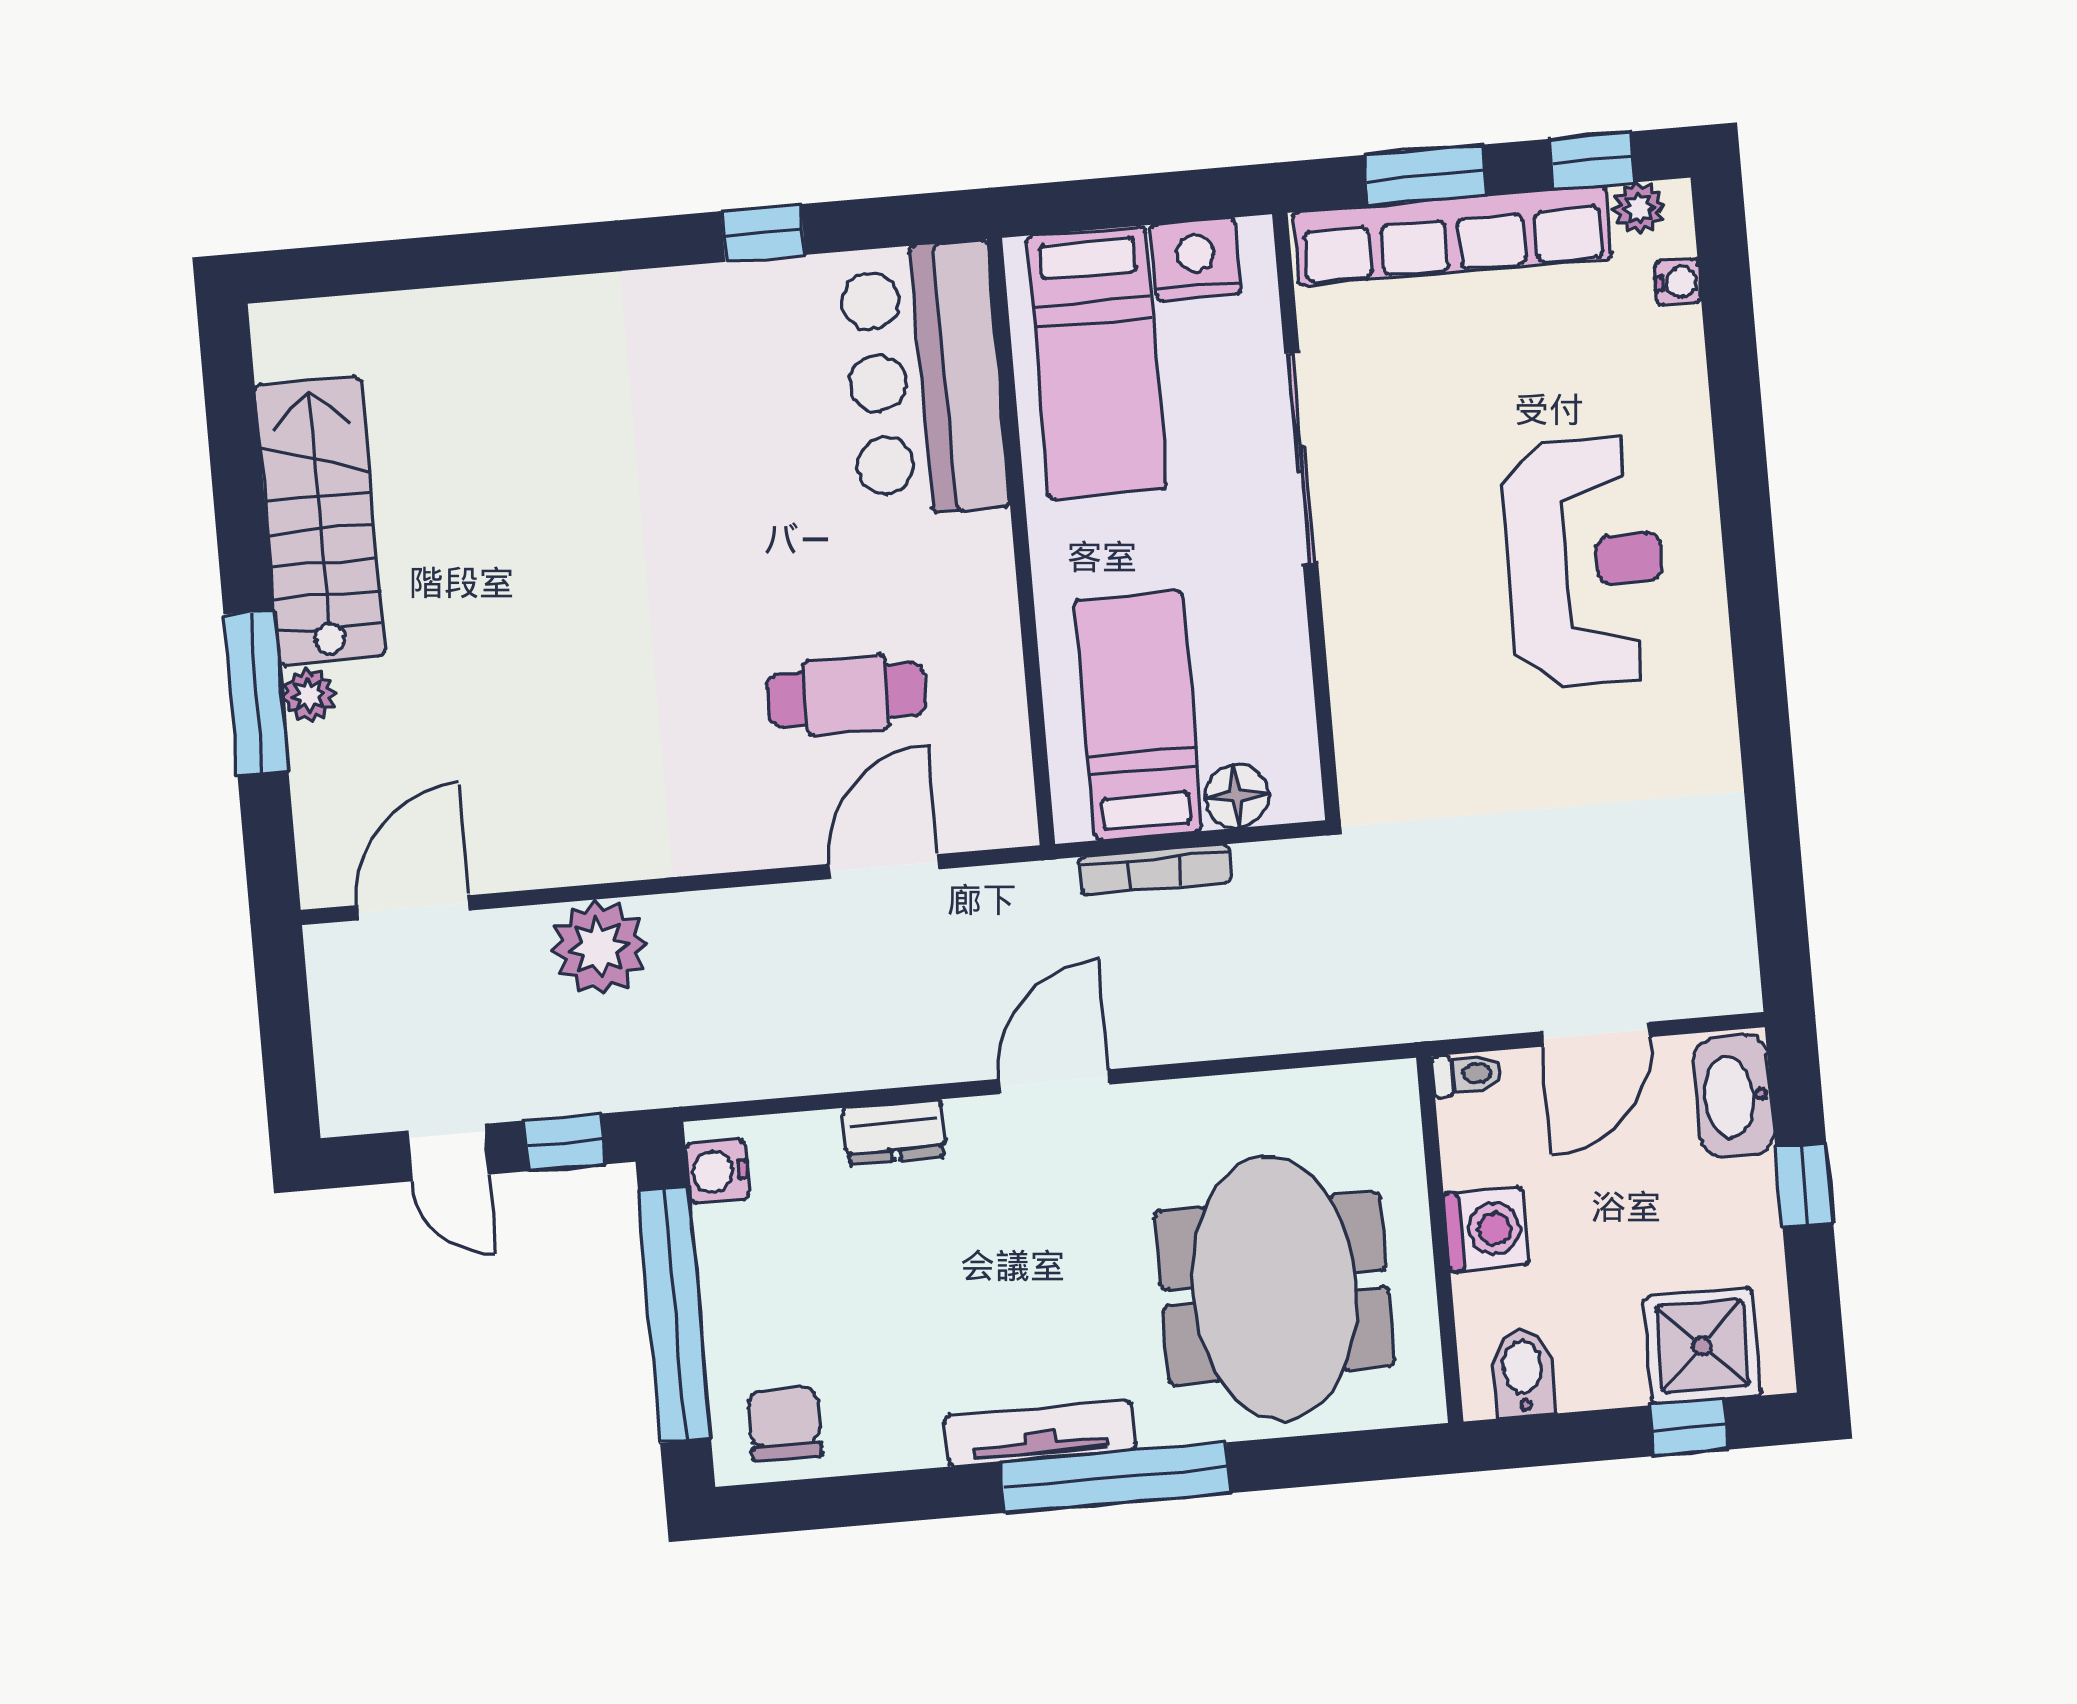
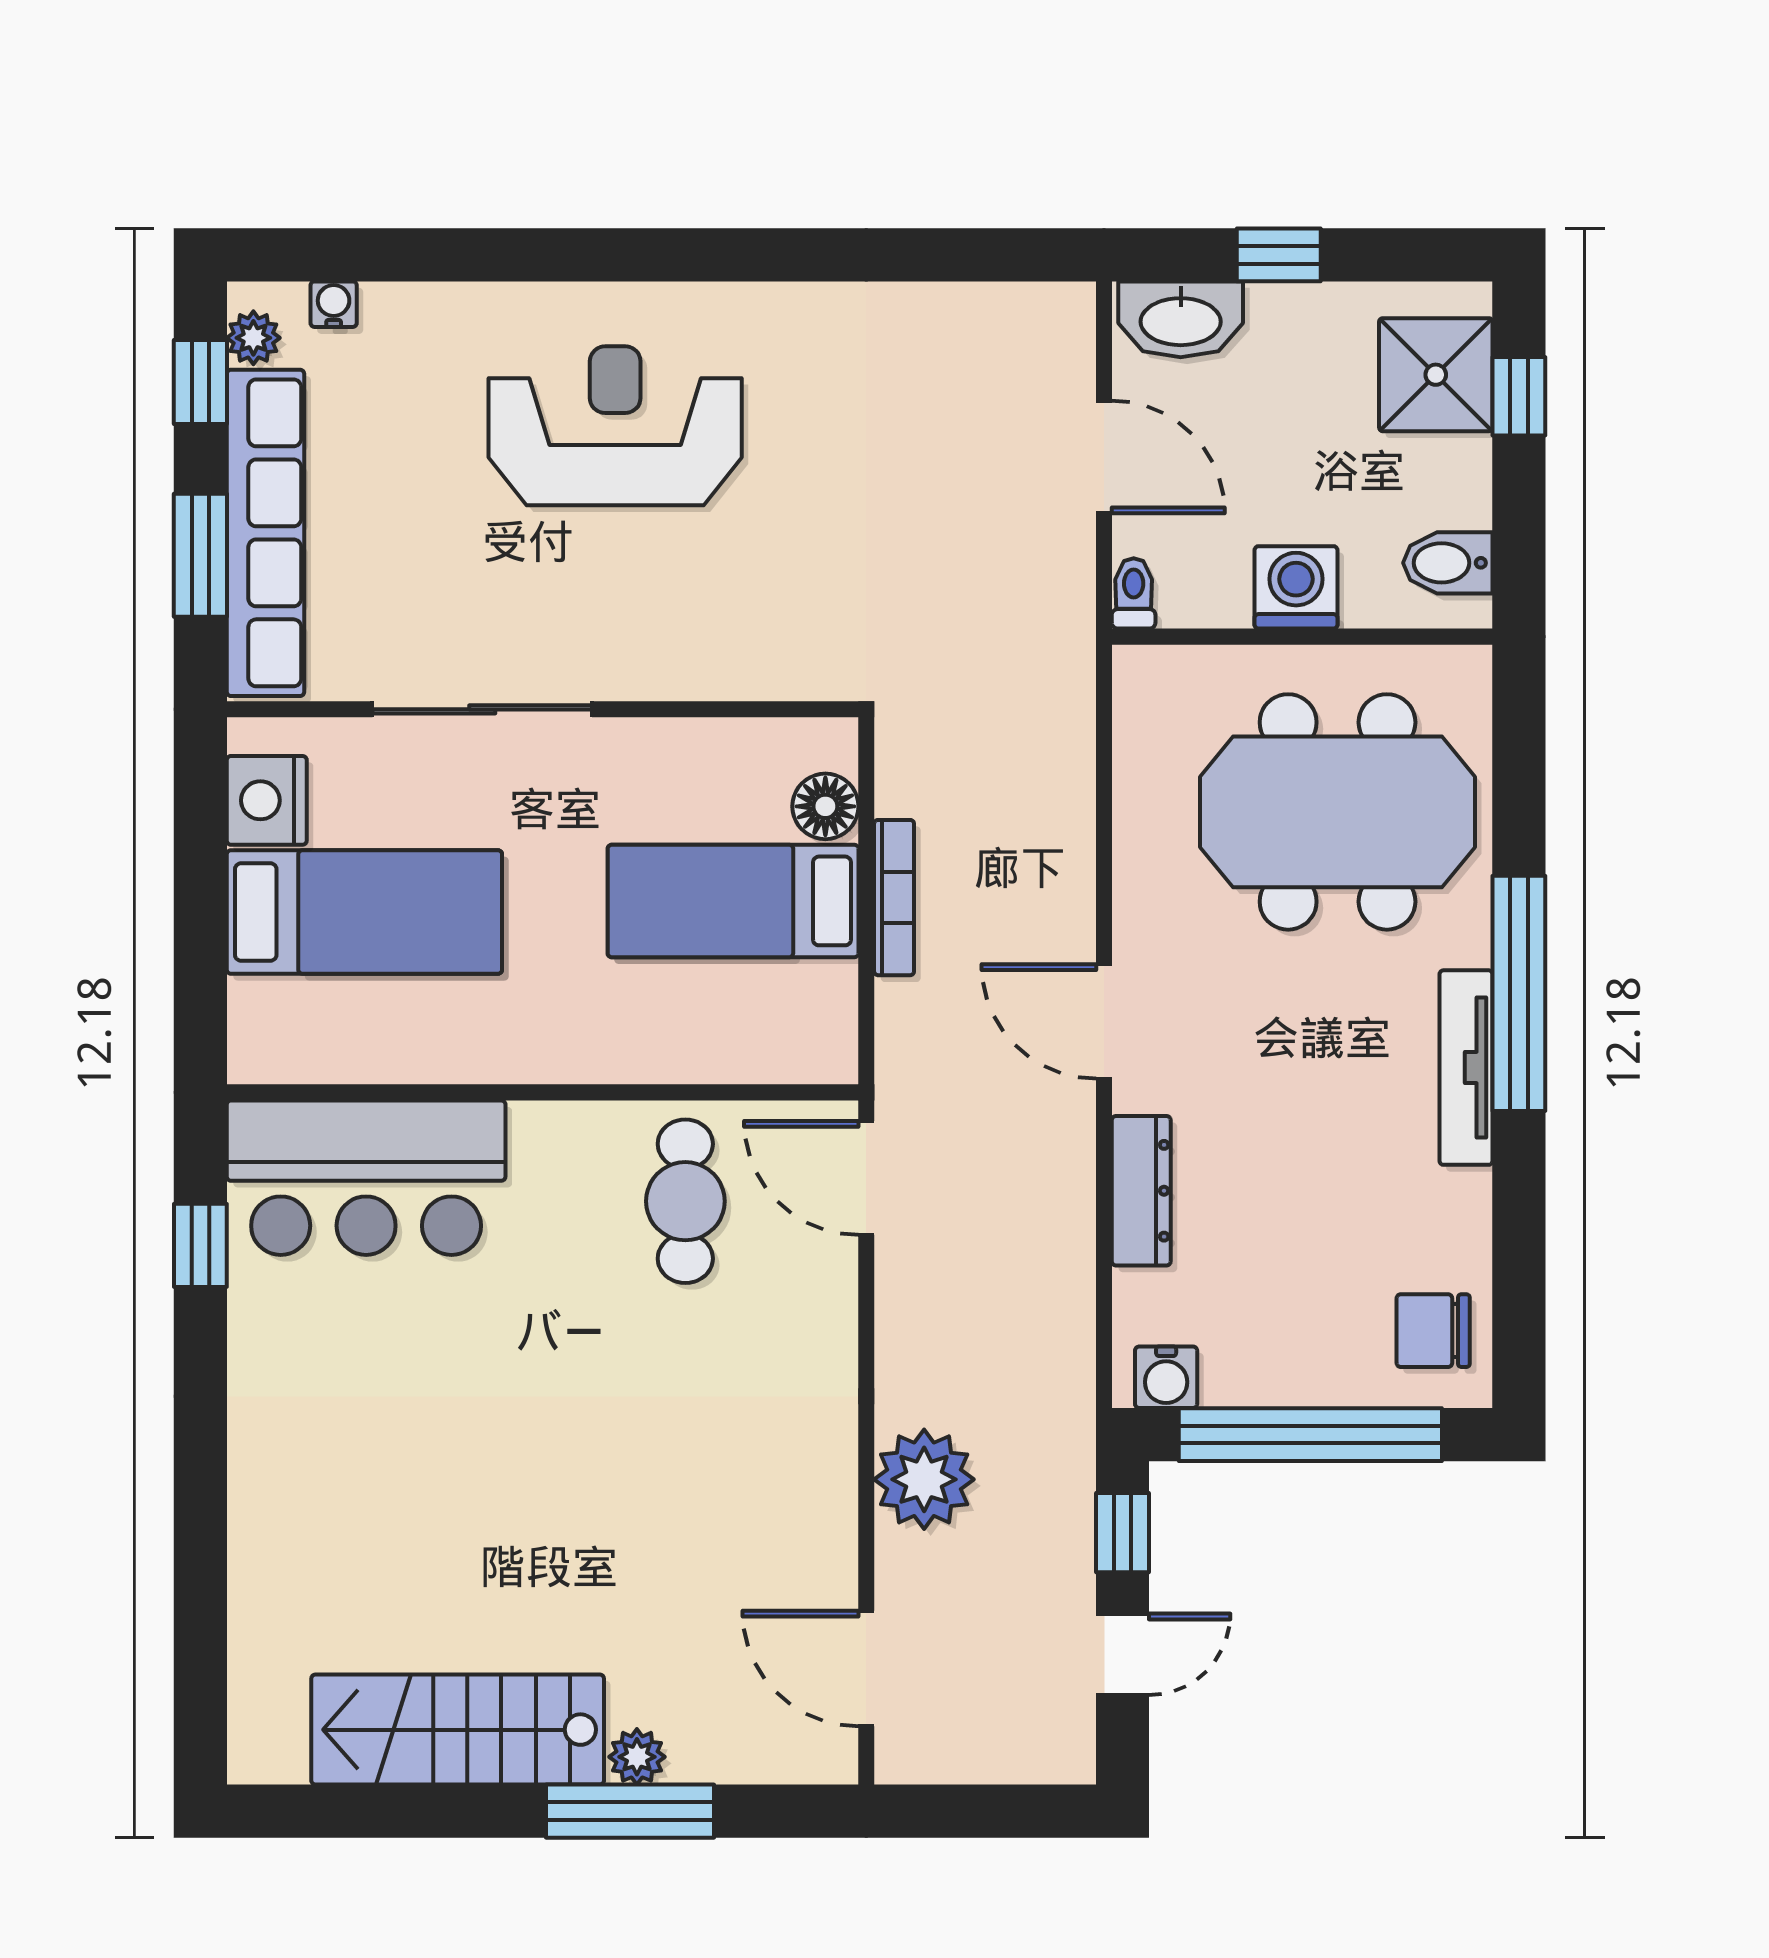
bar counter: (924, 379) -> (366, 1178), moved
wall: (1021, 542) -> (543, 1092), moved
dresser: (894, 1132) -> (1141, 1191), width x1.44

